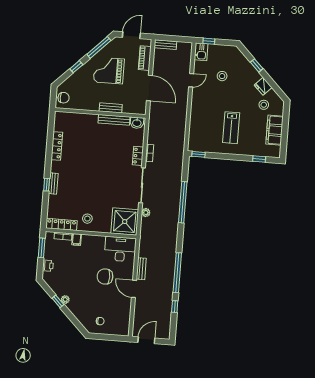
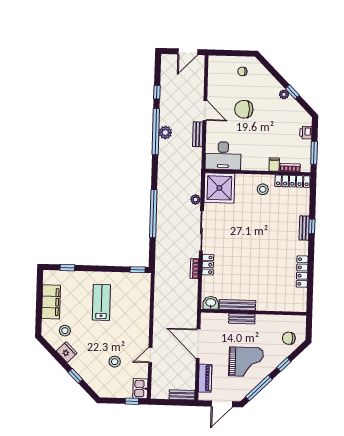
chair: (64, 98) -> (289, 338), moved
plant: (169, 272) -> (165, 133), added
chair: (105, 277) -> (244, 109), moved, turned 180

